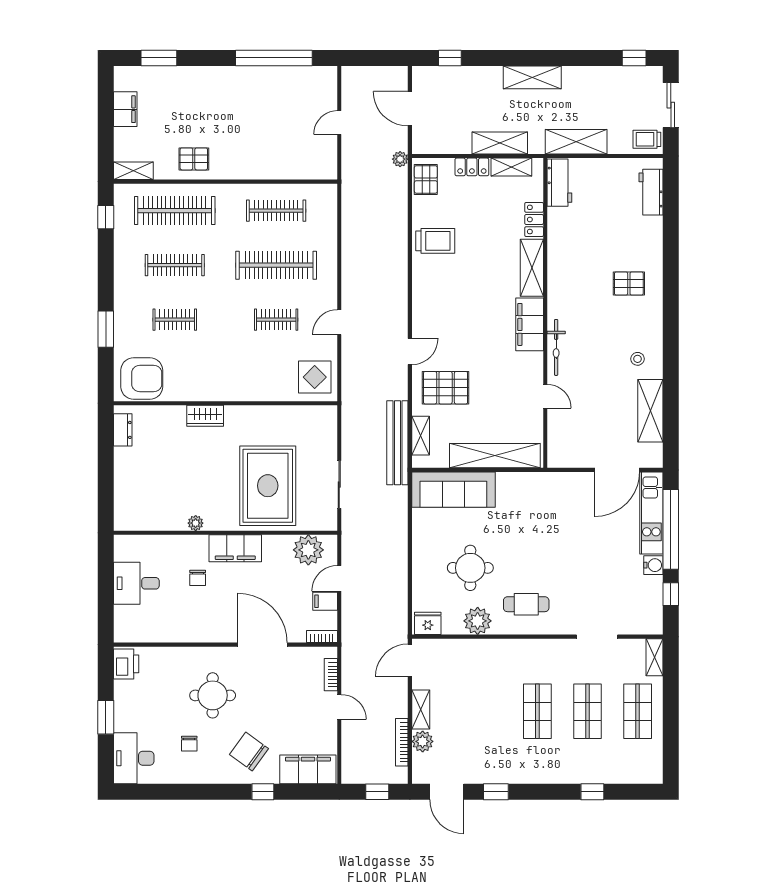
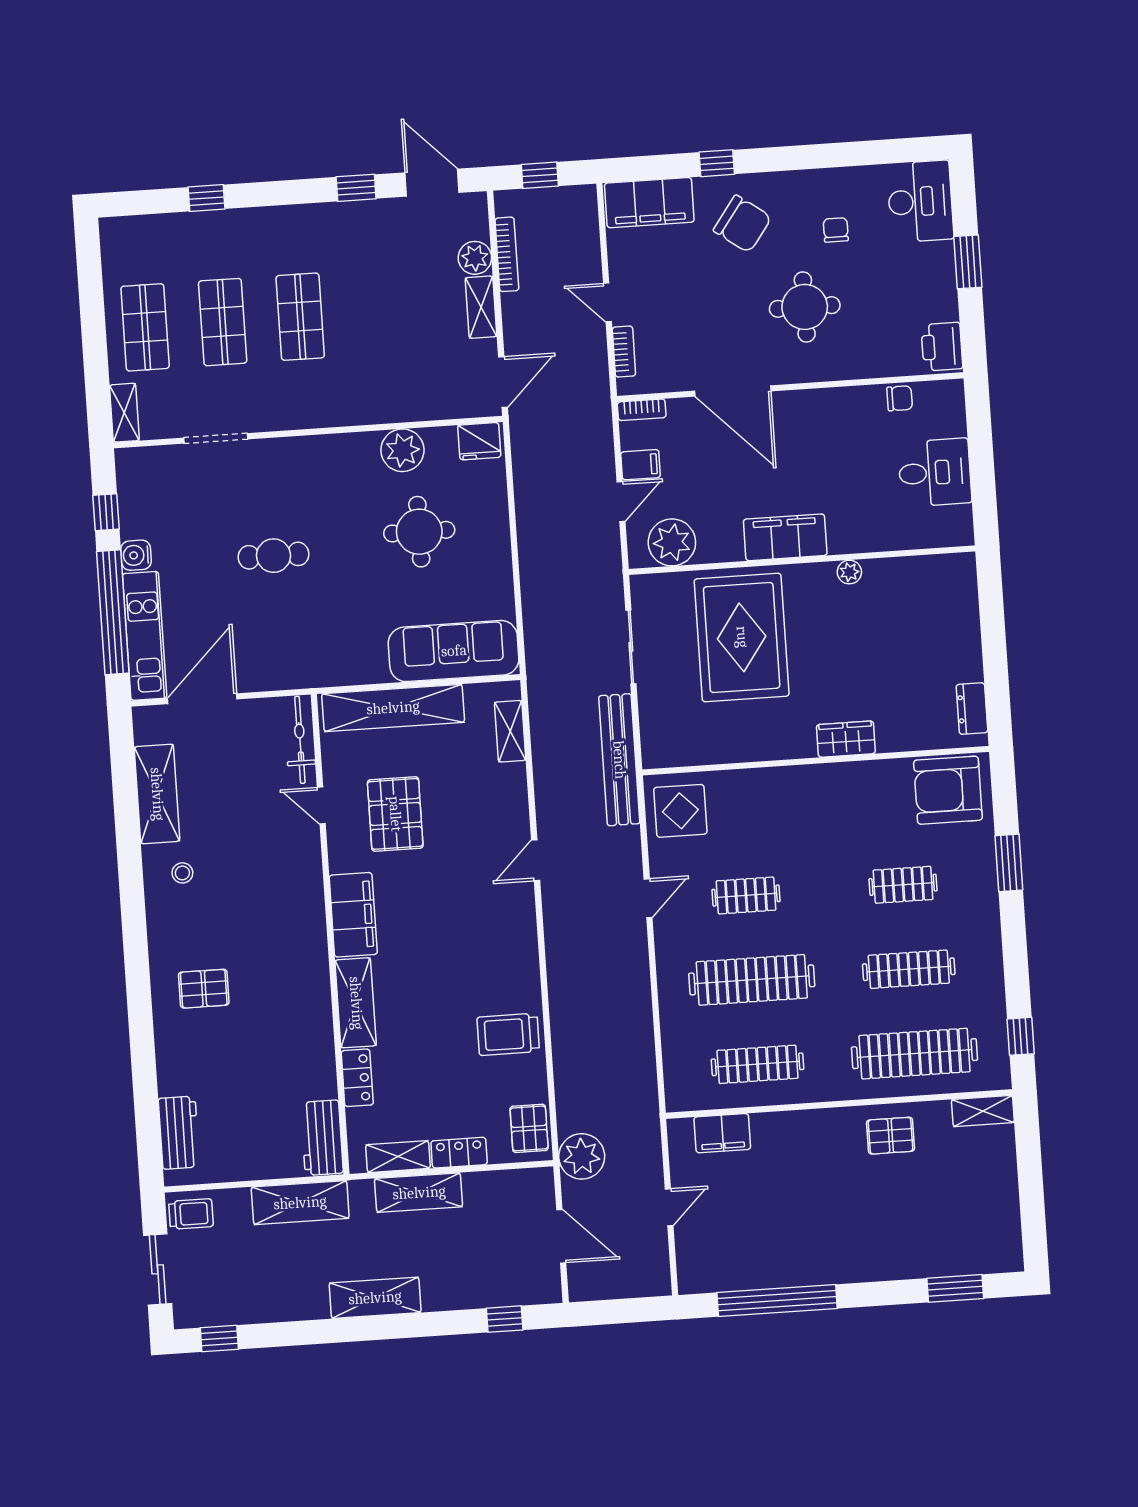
filing cabinet: (125, 109) -> (722, 1133), moved, turned -90
plant: (400, 159) -> (582, 1156), width x1.88, depth x1.88
bicycle: (556, 347) -> (300, 740), moved
pallet: (446, 388) -> (395, 814), moved, turned 90
bench: (397, 443) -> (619, 760), moved
chair: (198, 578) -> (900, 398), moved, turned 90
cafe table: (526, 604) -> (273, 556), moved

